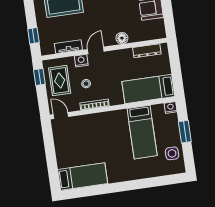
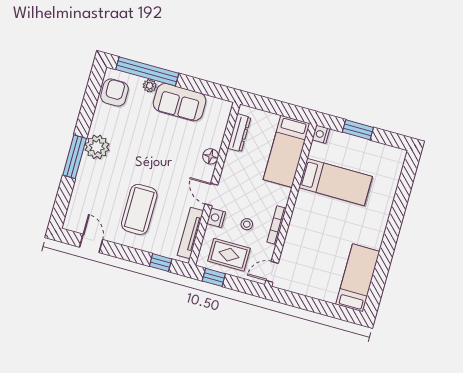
tv unit: (68, 47) -> (190, 233), width x1.41
side table: (172, 153) -> (377, 157), removed

